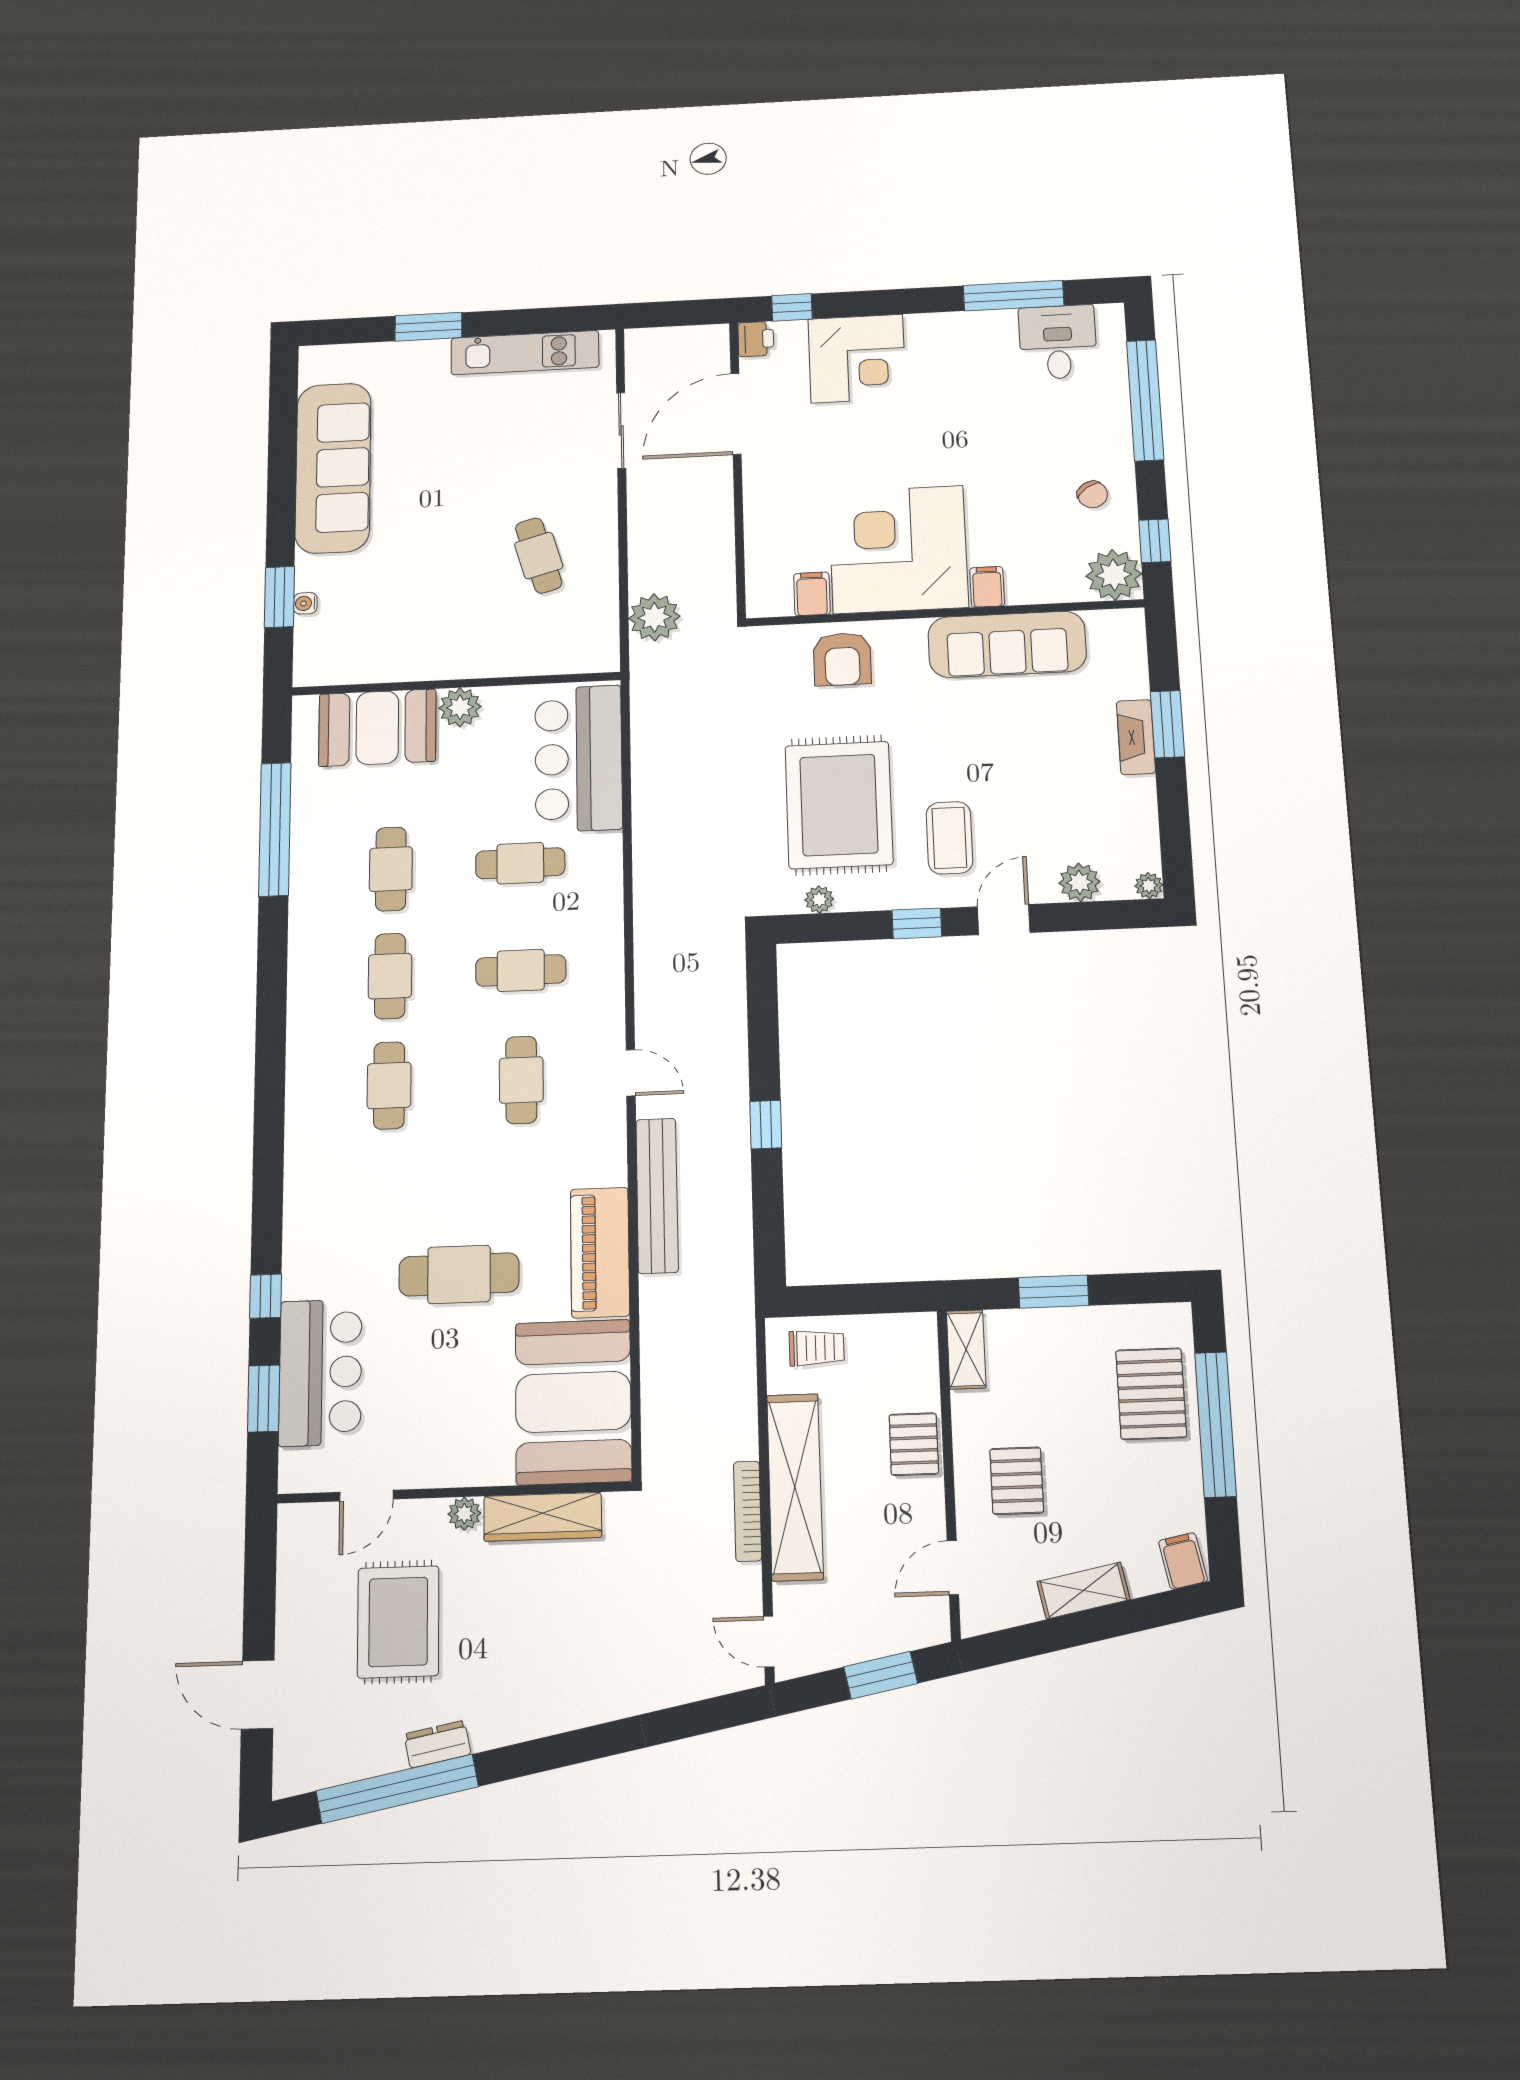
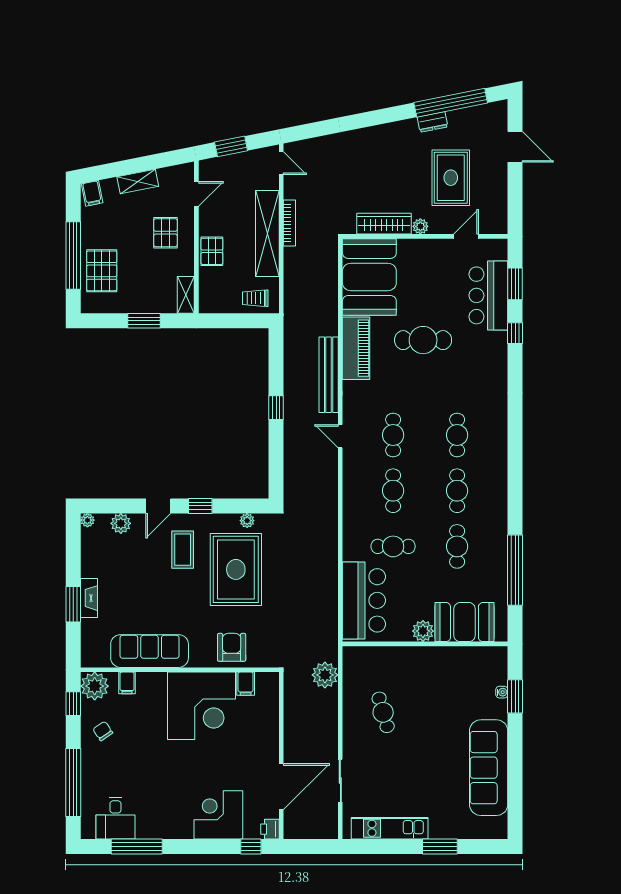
filing cabinet: (987, 587) -> (127, 683), moved
cafe table: (521, 970) -> (393, 491), turned 90

